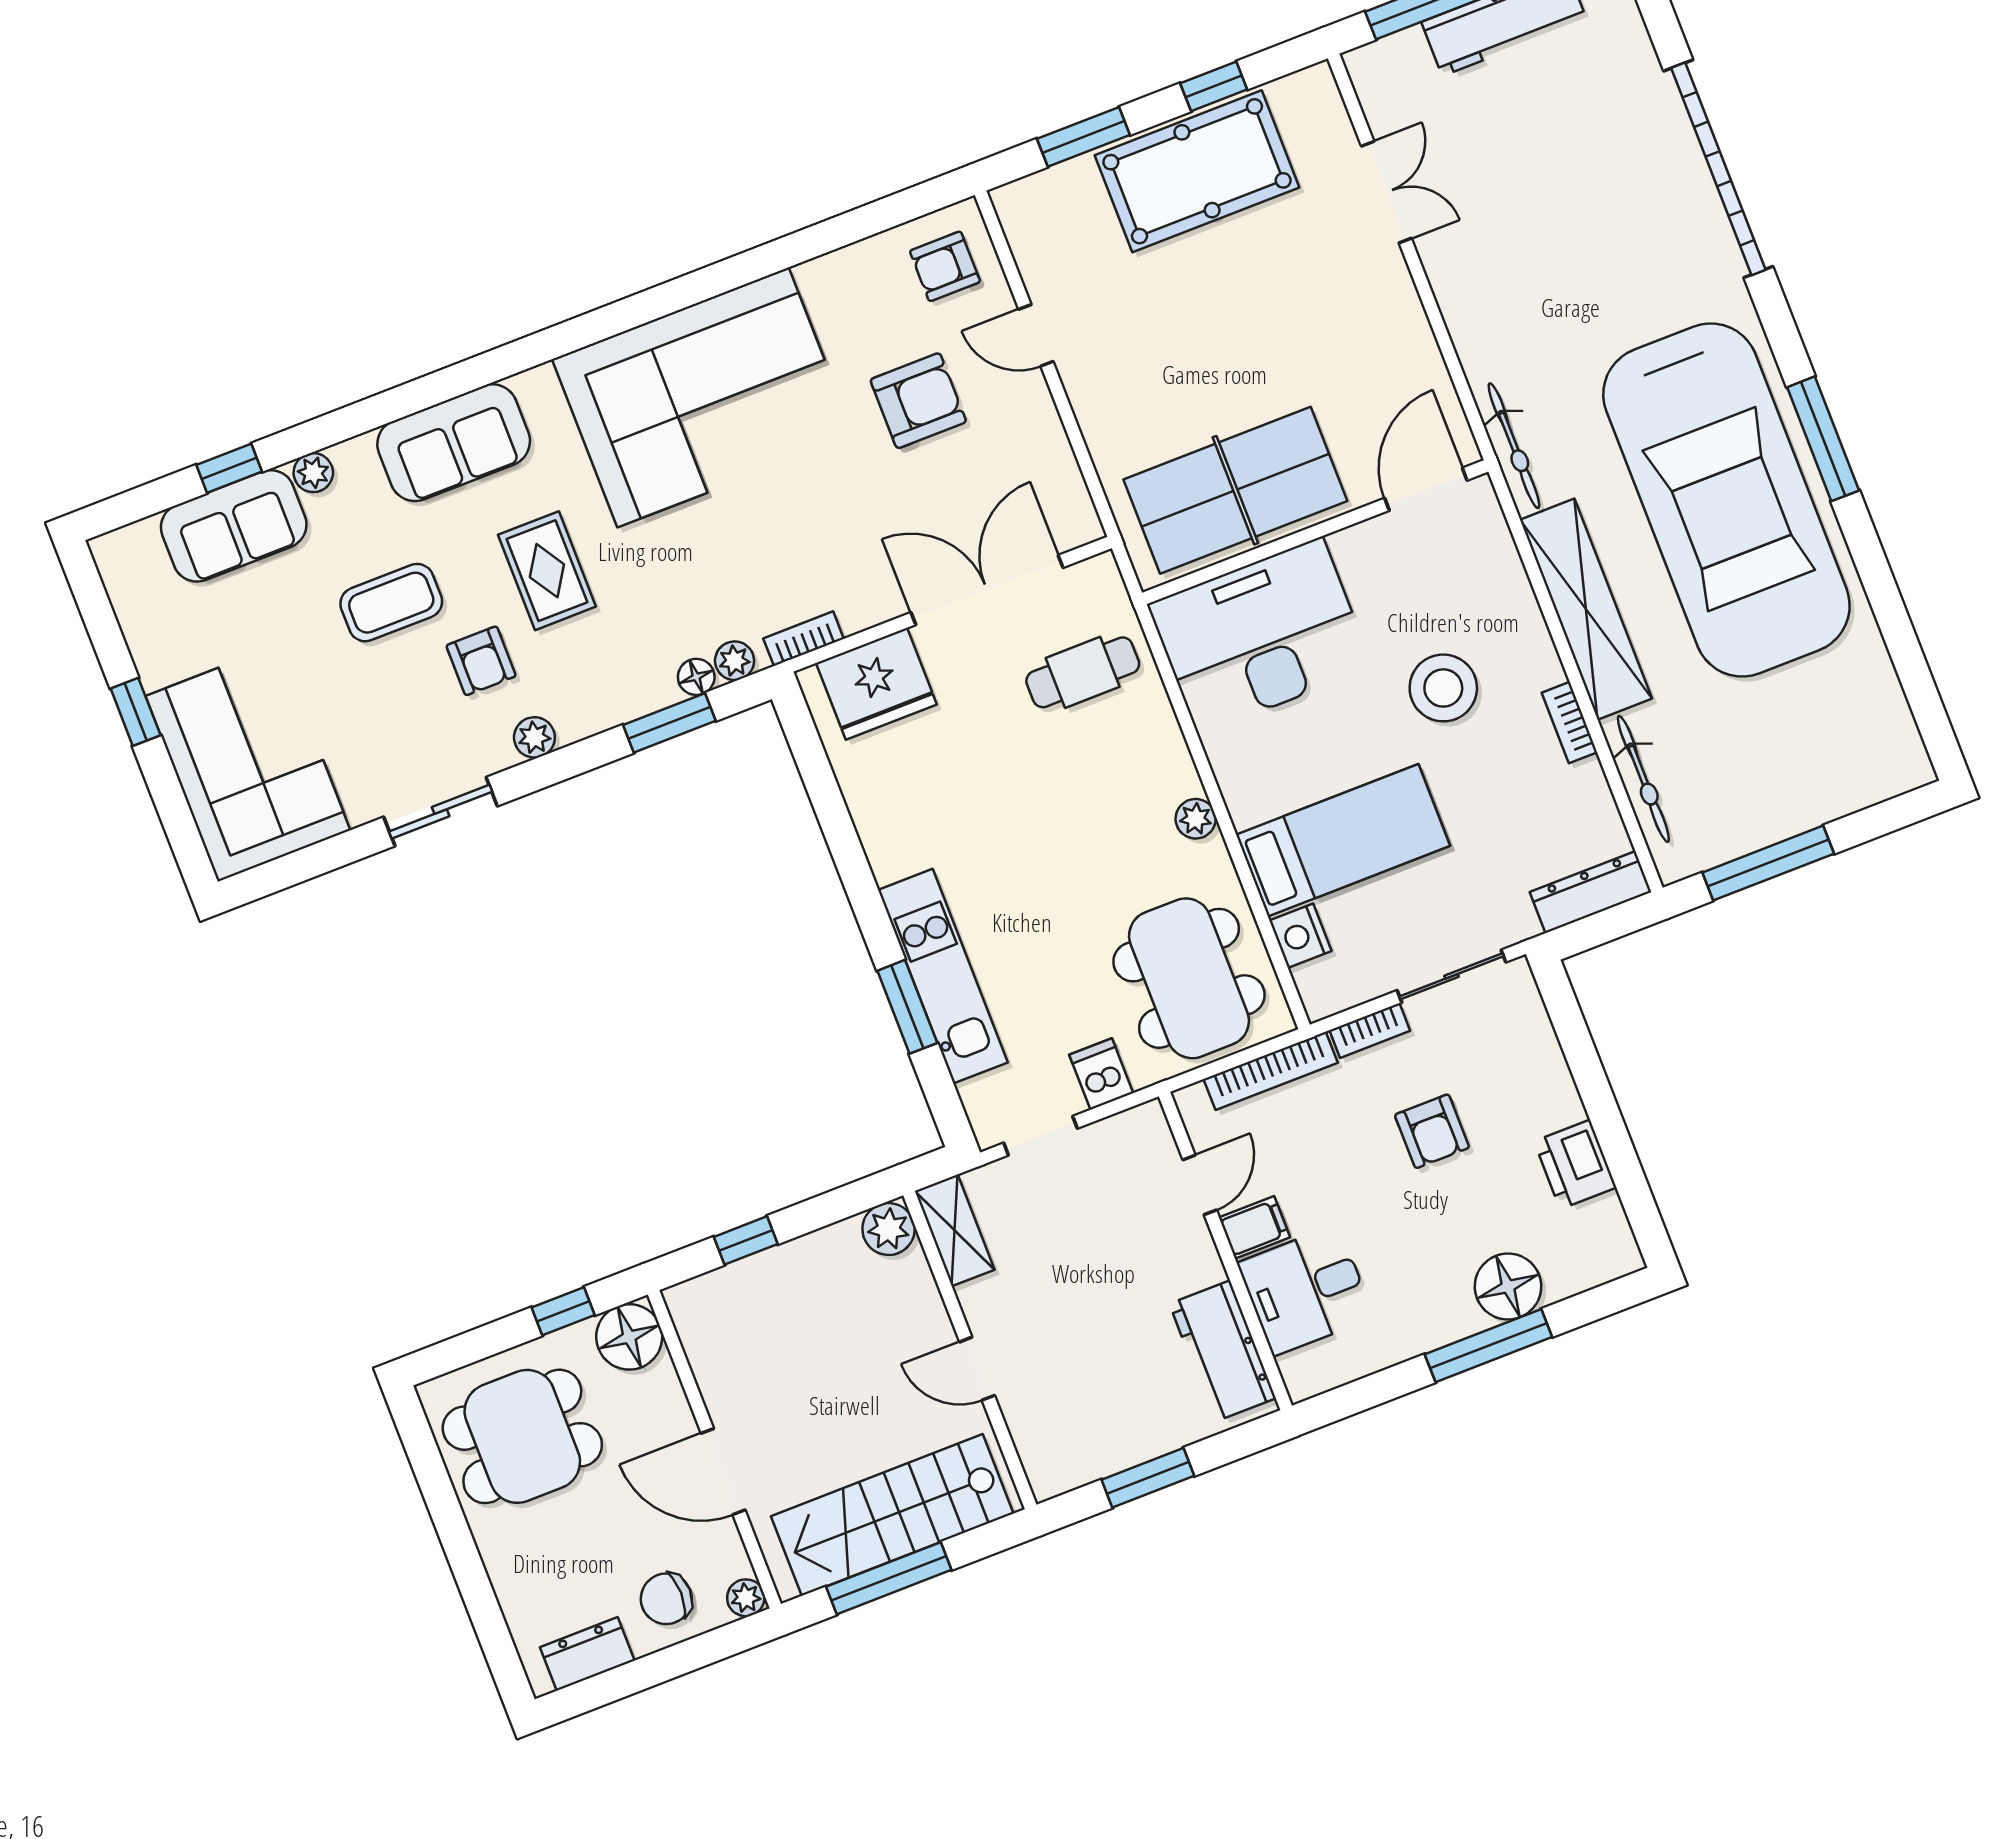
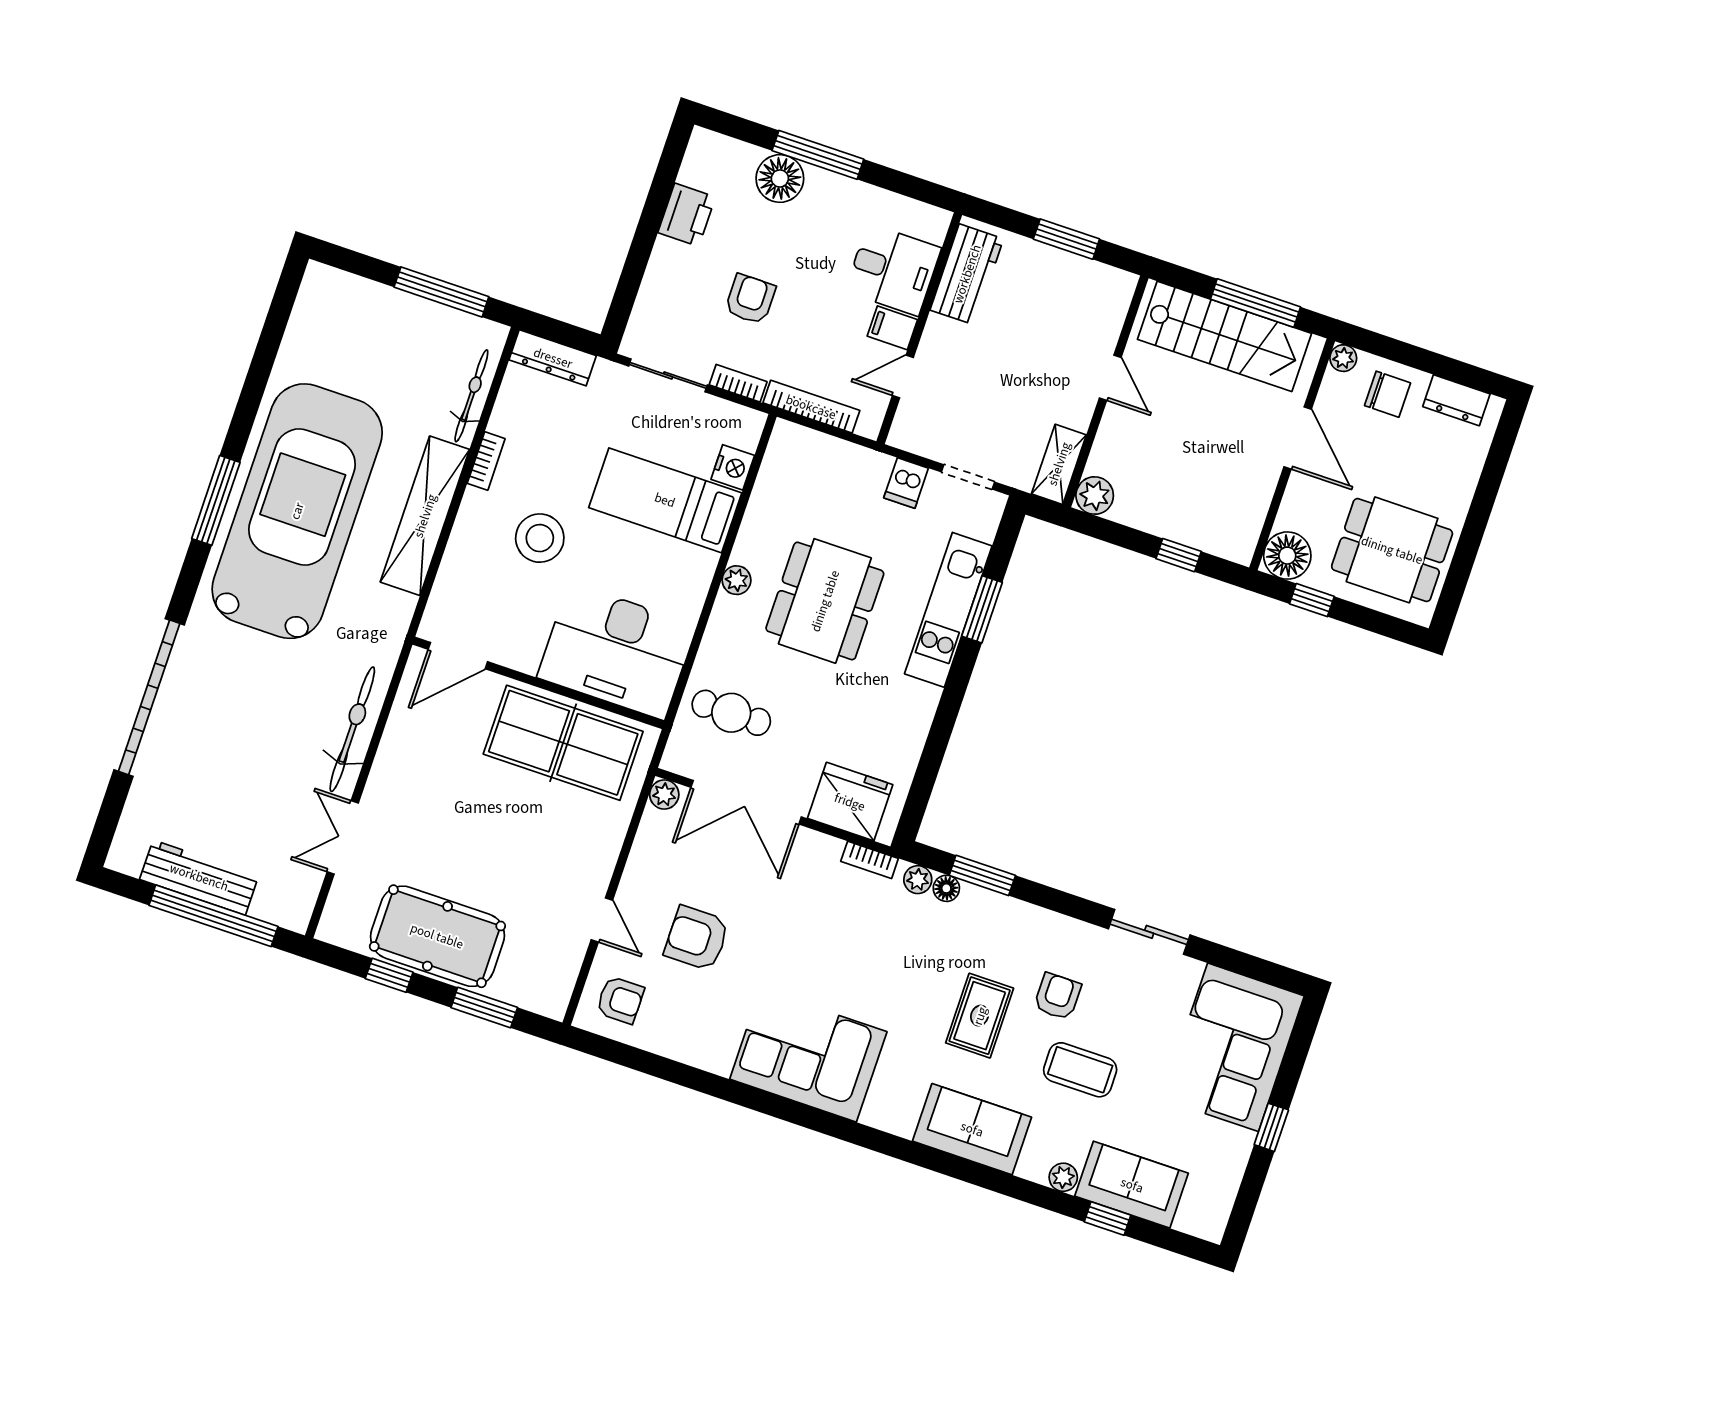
corner sofa: (703, 397) -> (808, 1055), width x0.73, depth x0.74
bicycle: (1514, 446) -> (352, 729), moved, width x1.37, depth x1.40
plant: (534, 737) -> (664, 794), moved
dining table: (1189, 978) -> (825, 601), moved

